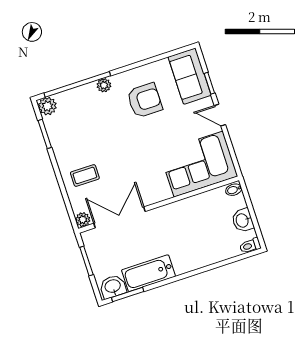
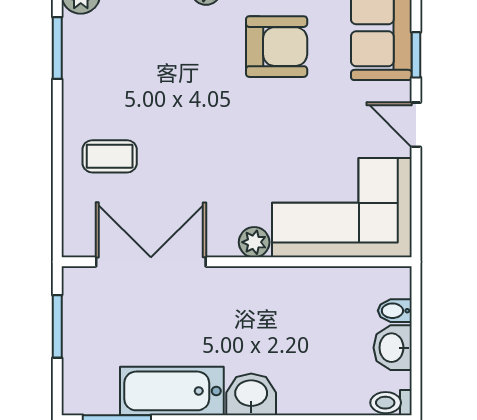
bidet: (234, 190) -> (395, 311), moved
plant: (83, 220) -> (254, 242), moved
washbasin: (113, 287) -> (251, 394), moved

